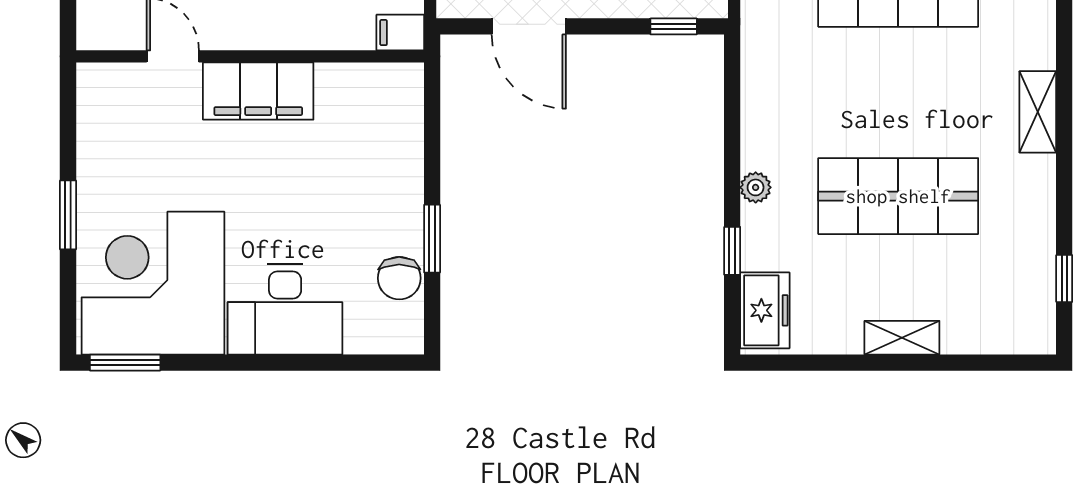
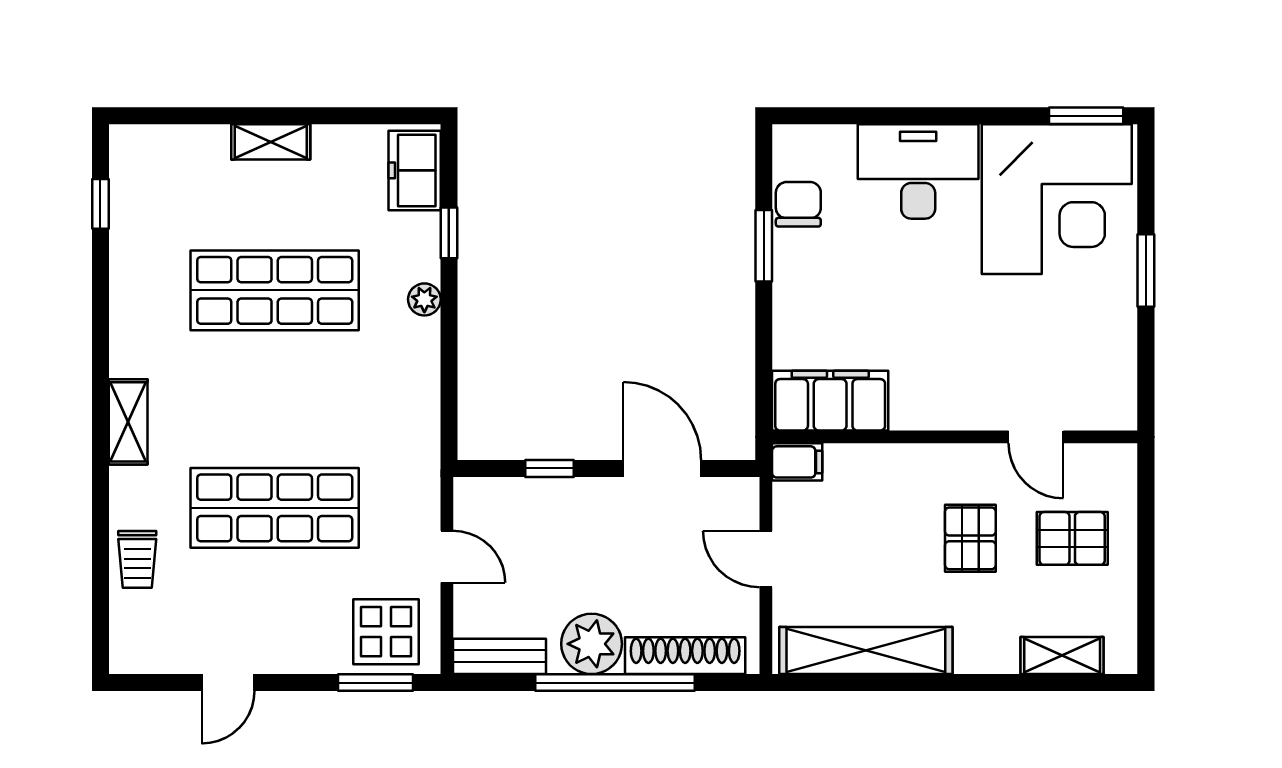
window: (674, 26) -> (549, 468), moved
filing cabinet: (258, 91) -> (830, 401), moved
shelving: (1038, 112) -> (128, 422), moved

